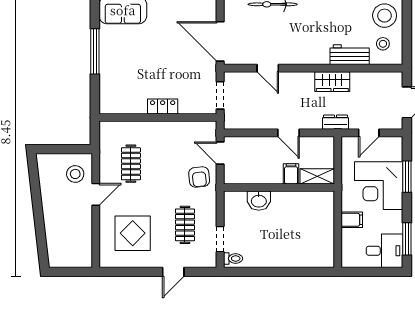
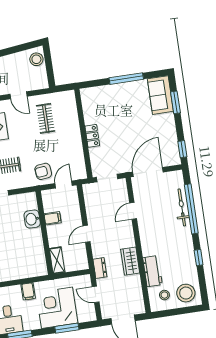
clothes rail: (131, 164) -> (46, 118), turned 90
stool: (75, 174) -> (36, 59), moved
filing cabinet: (291, 174) -> (53, 218), moved

